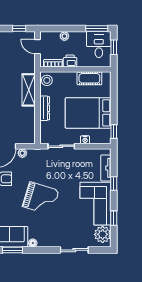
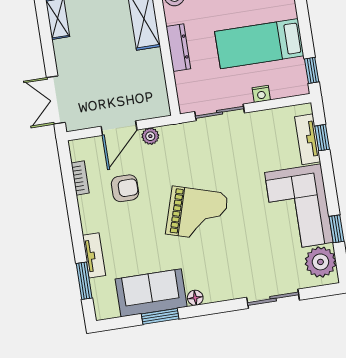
bed: (88, 113) -> (259, 44), width x0.67
window: (114, 183) -> (322, 138), moved

